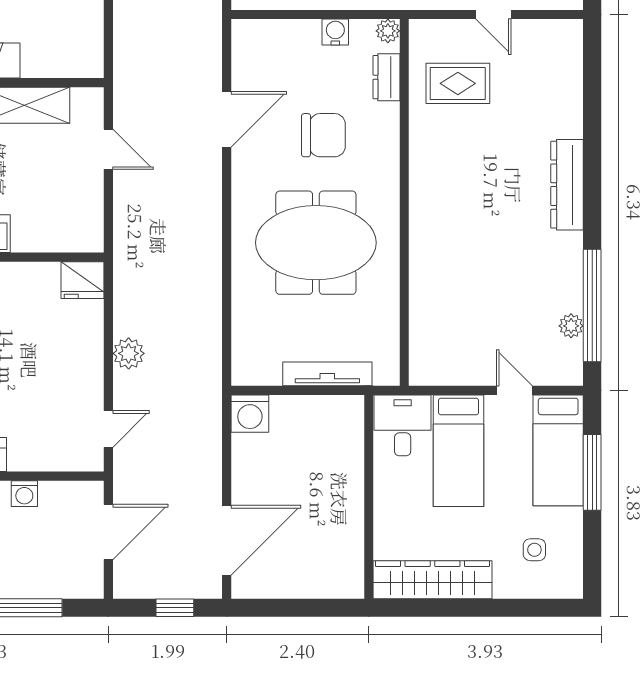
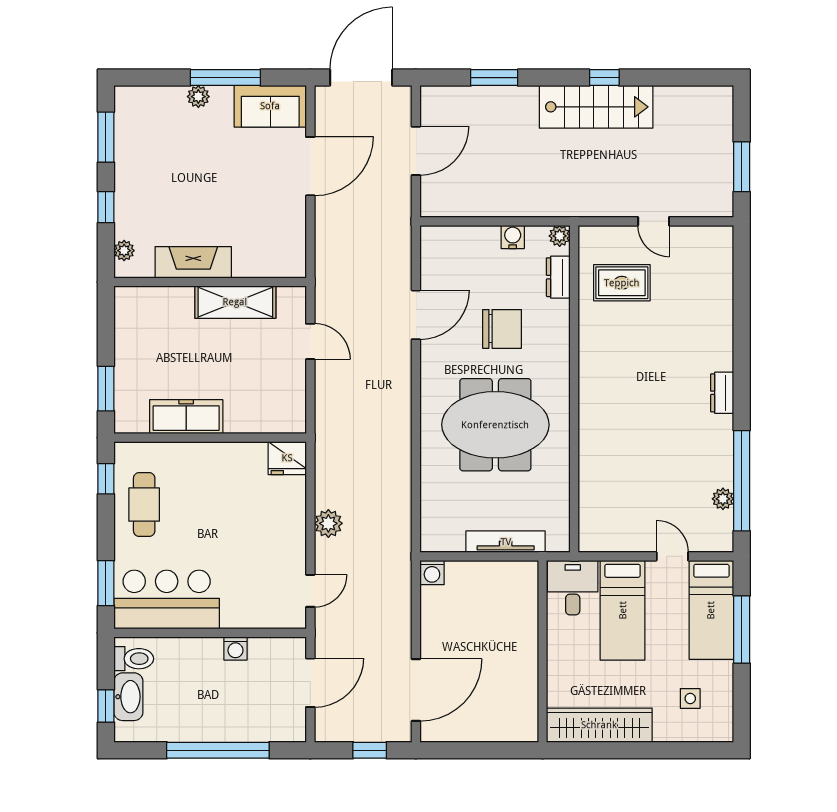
dresser: (567, 185) -> (722, 393), width x0.51, depth x0.80
washing machine: (250, 414) -> (432, 572), width x0.73, depth x0.73

